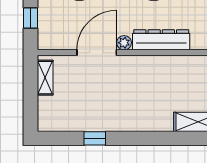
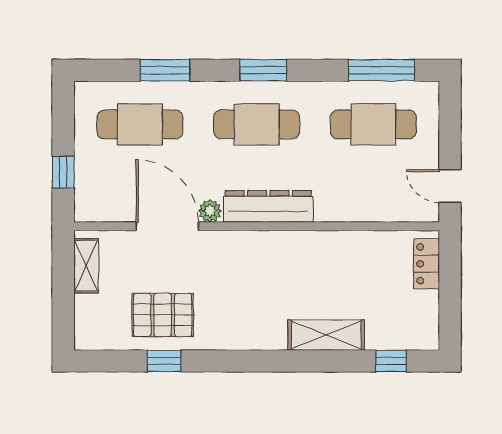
door: (97, 53) -> (167, 226), hinge flipped
pallet: (94, 109) -> (163, 315), added

